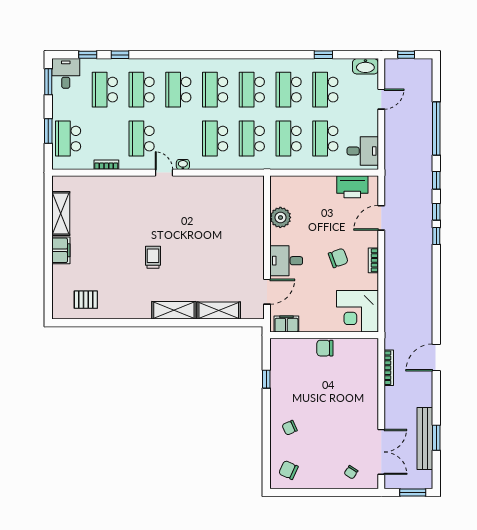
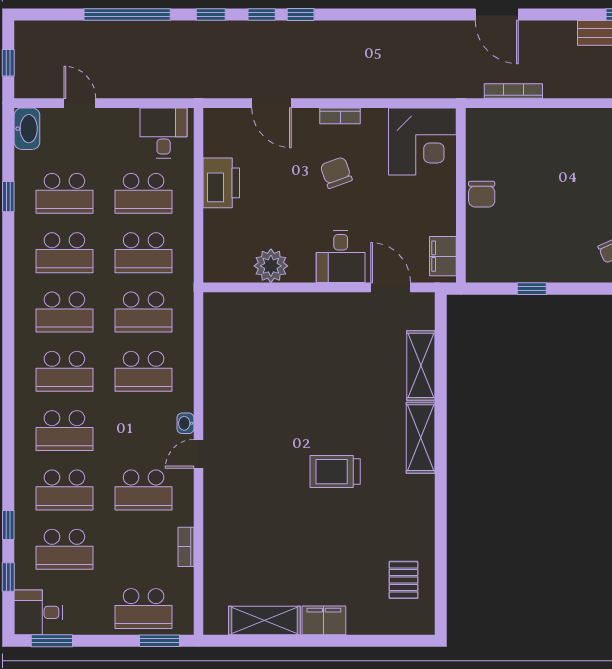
window: (48, 131) -> (159, 641), moved
printer: (352, 187) -> (221, 183), moved
trolley: (153, 257) -> (335, 472), width x1.36, depth x1.39

